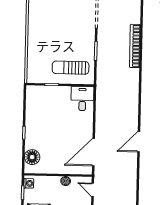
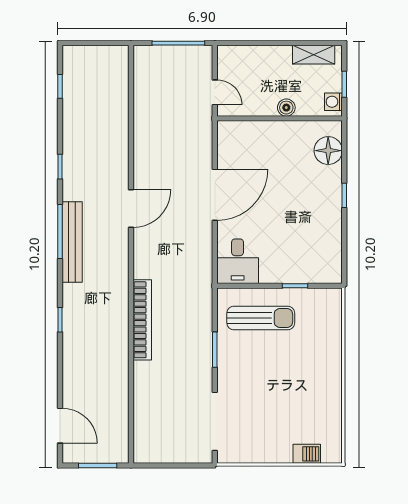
bookcase: (135, 46) -> (142, 320), moved
door: (139, 142) -> (131, 208), moved
door: (93, 152) -> (215, 195), moved
boiler: (66, 181) -> (286, 108), moved

